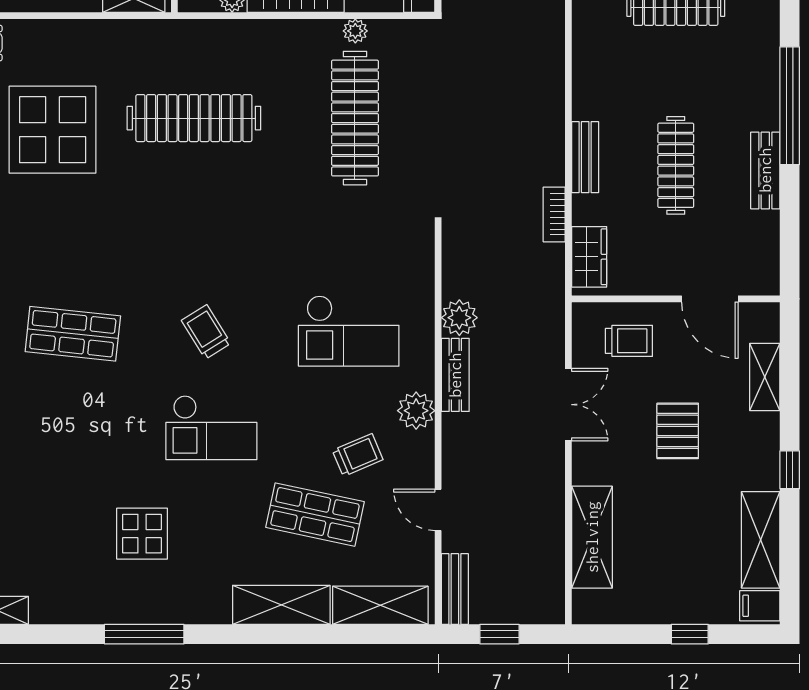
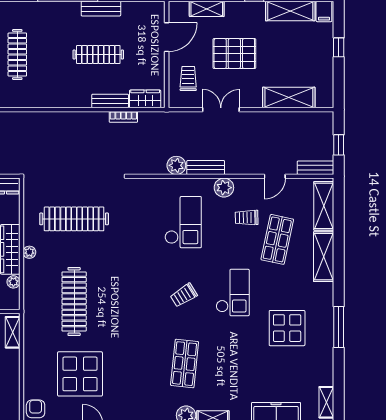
plant: (355, 31) -> (29, 252), moved
bench: (585, 157) -> (110, 101), moved
pallet: (678, 431) -> (234, 54), width x1.50, depth x1.42
trolley: (358, 455) -> (247, 218), turned -68
display table: (142, 534) -> (287, 328), width x1.36, depth x1.36

